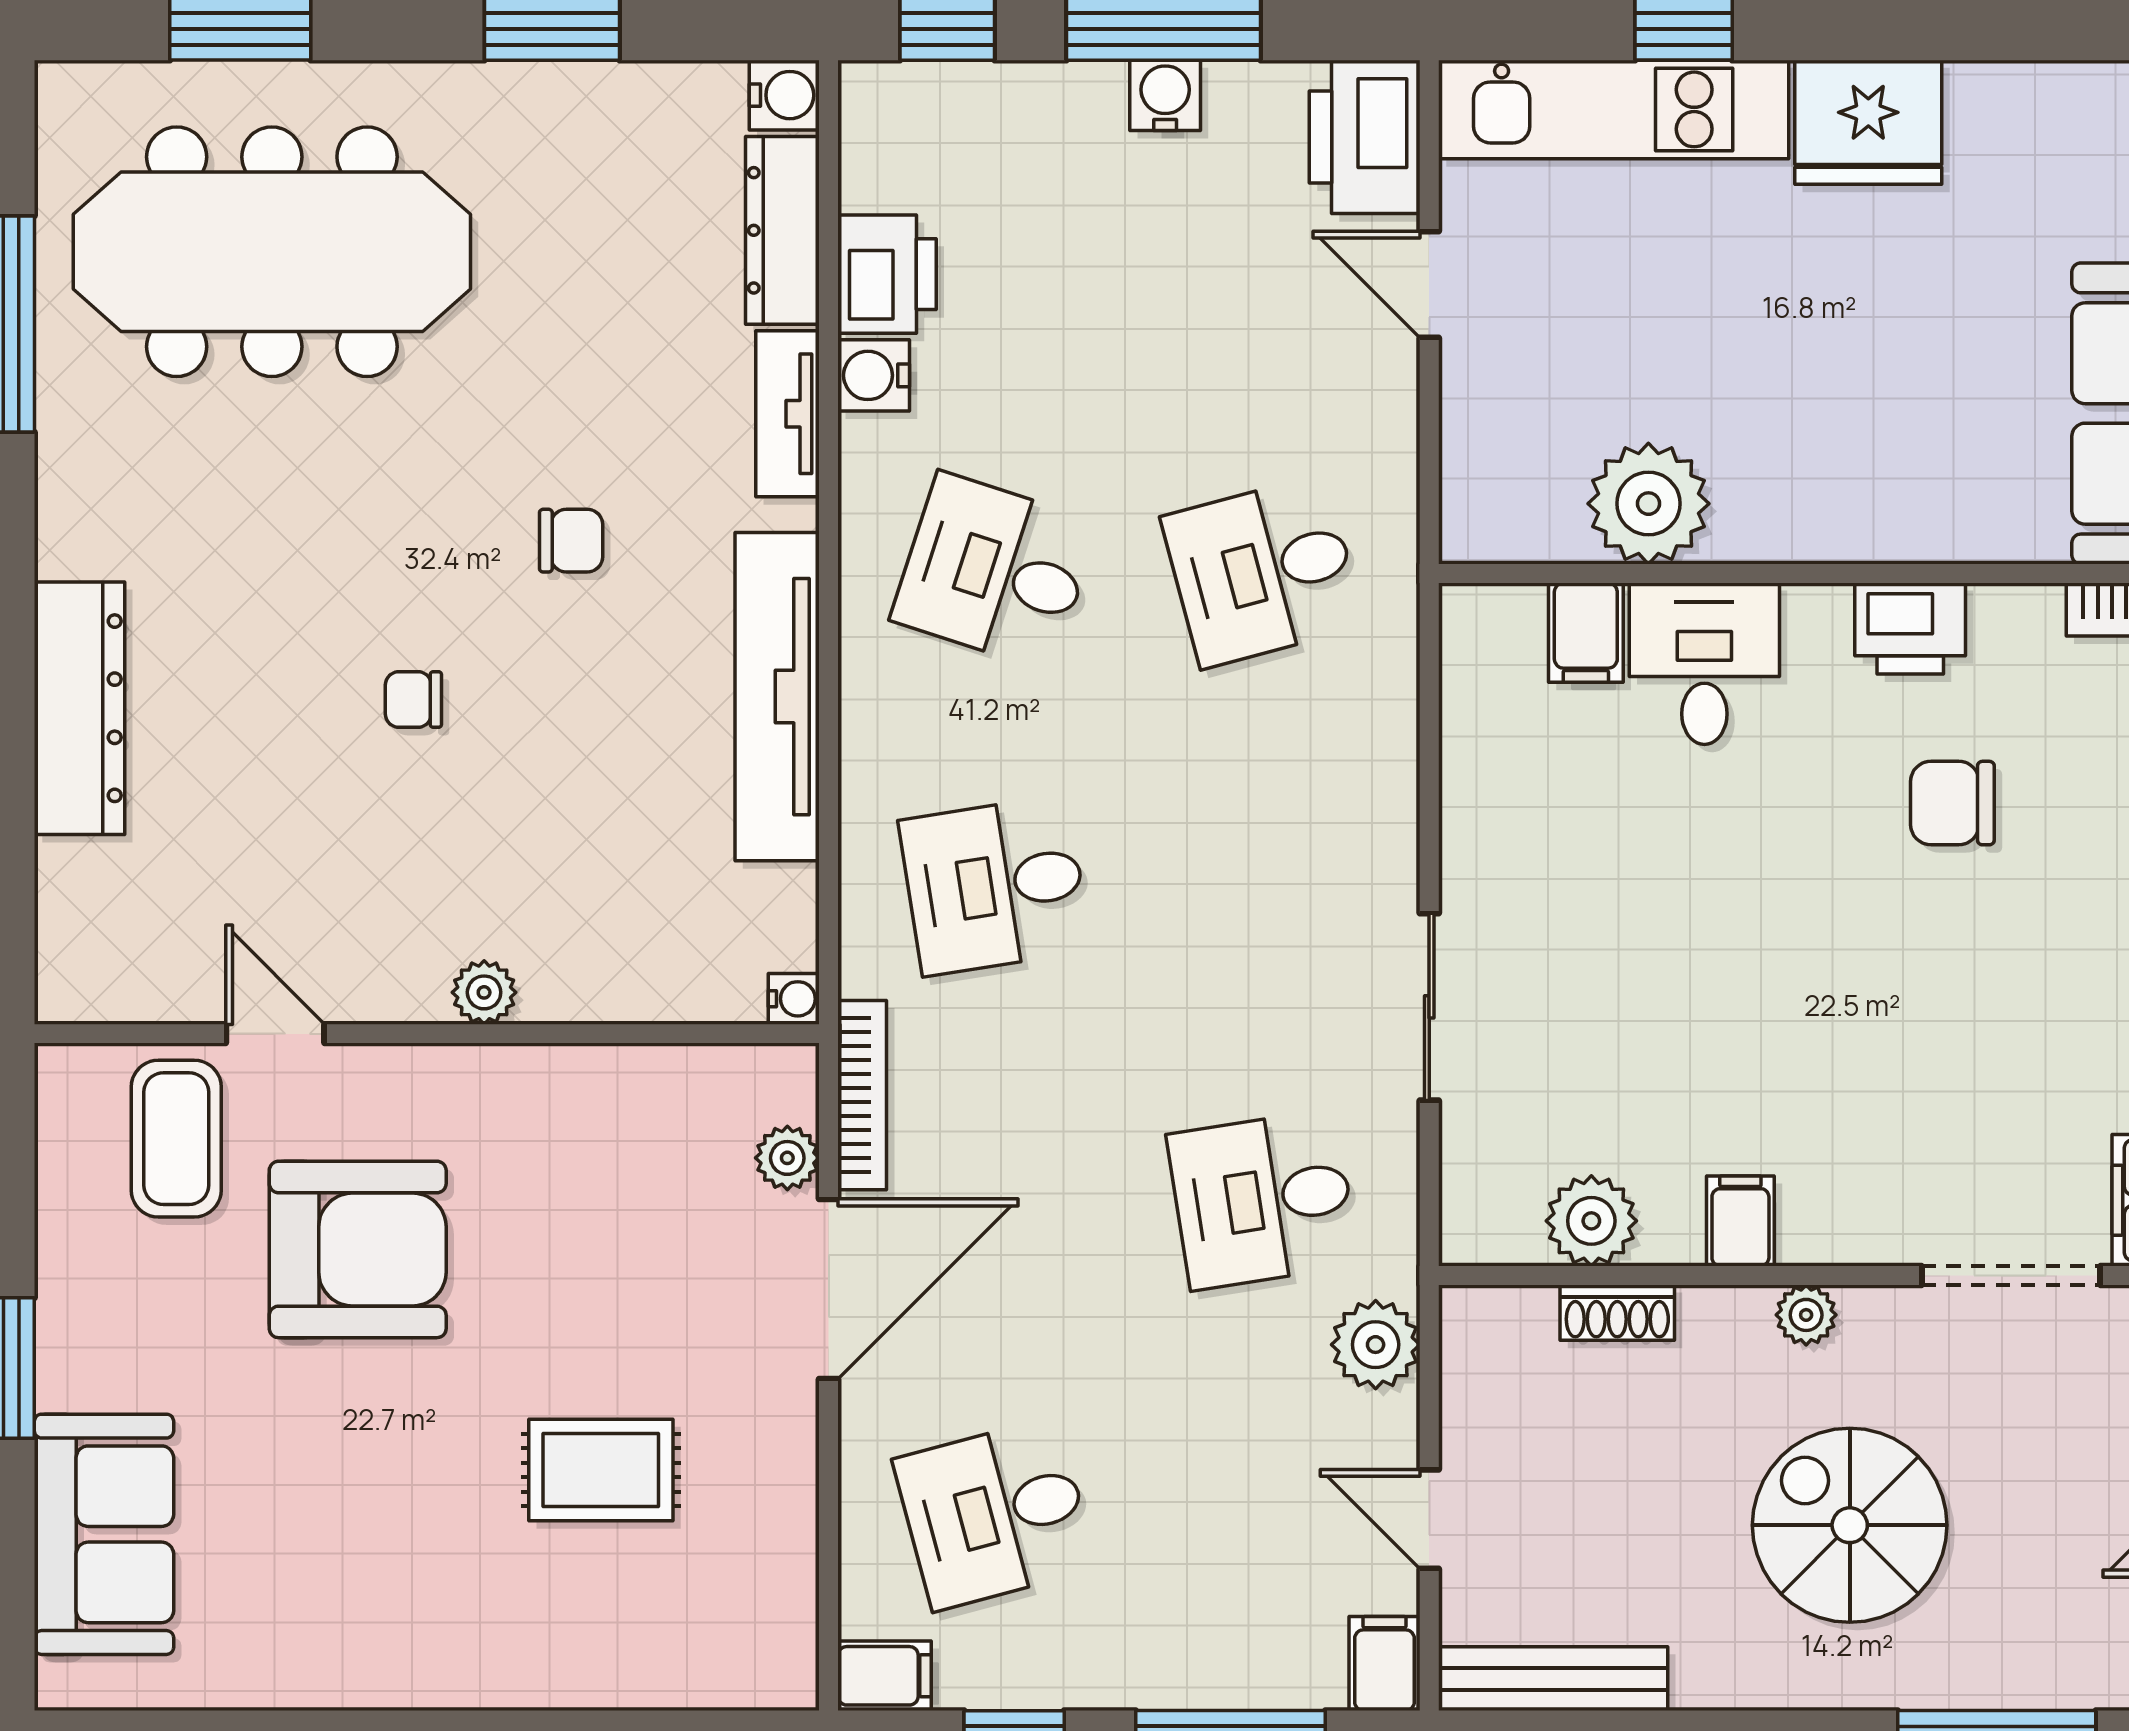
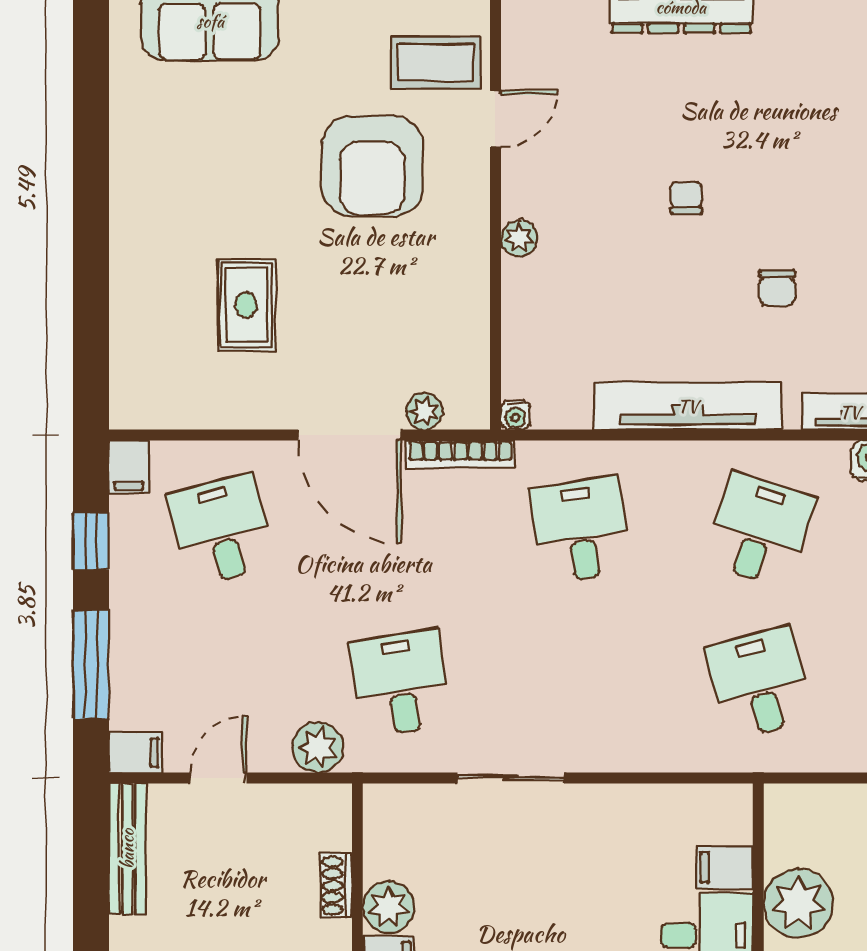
plant: (1591, 1221) -> (389, 907), moved

